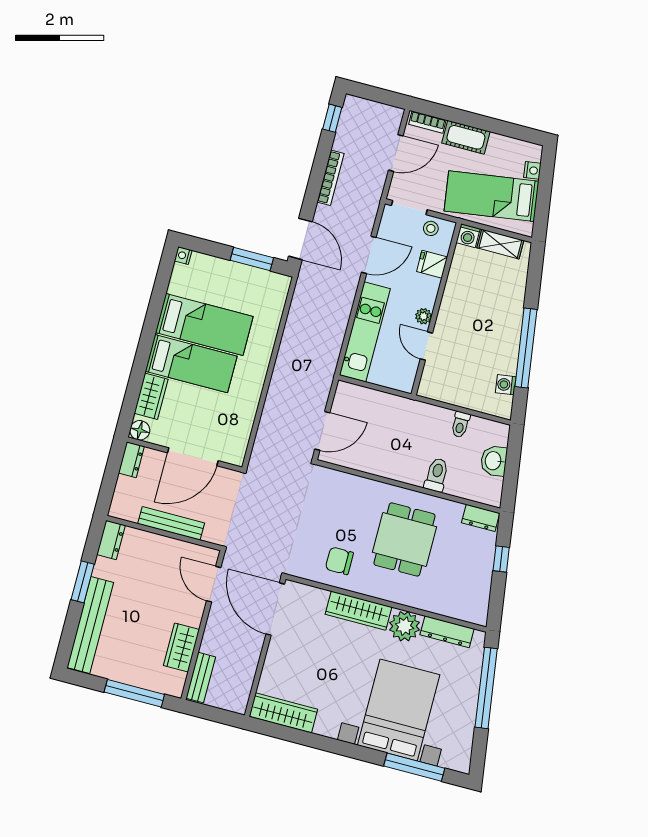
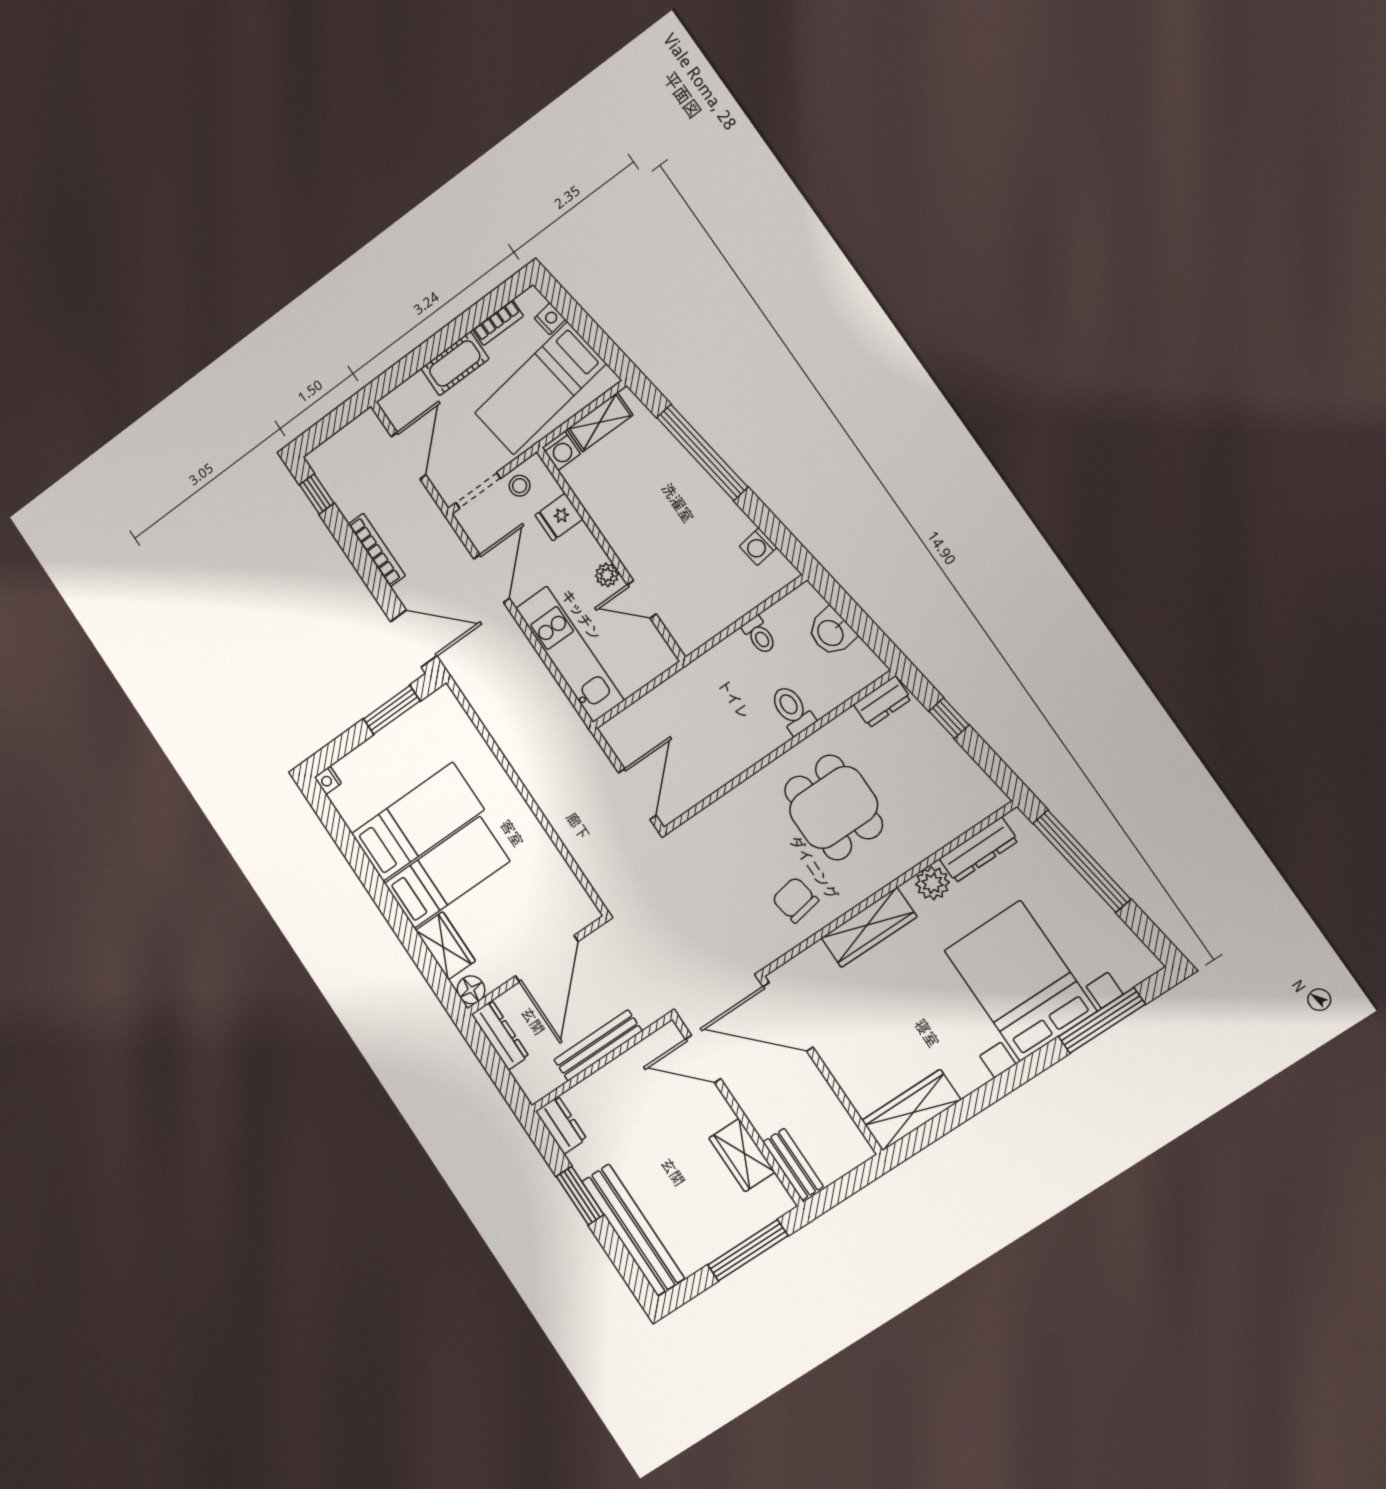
bookcase: (427, 122) -> (498, 323), moved
window: (526, 348) -> (702, 452), moved
dresser: (131, 460) -> (500, 1035), width x1.44
chair: (339, 561) -> (795, 900), turned 80
plant: (405, 626) -> (932, 883), width x0.73, depth x0.73

